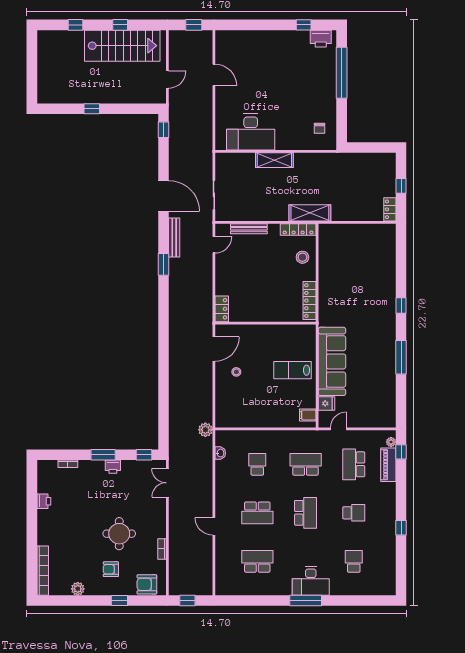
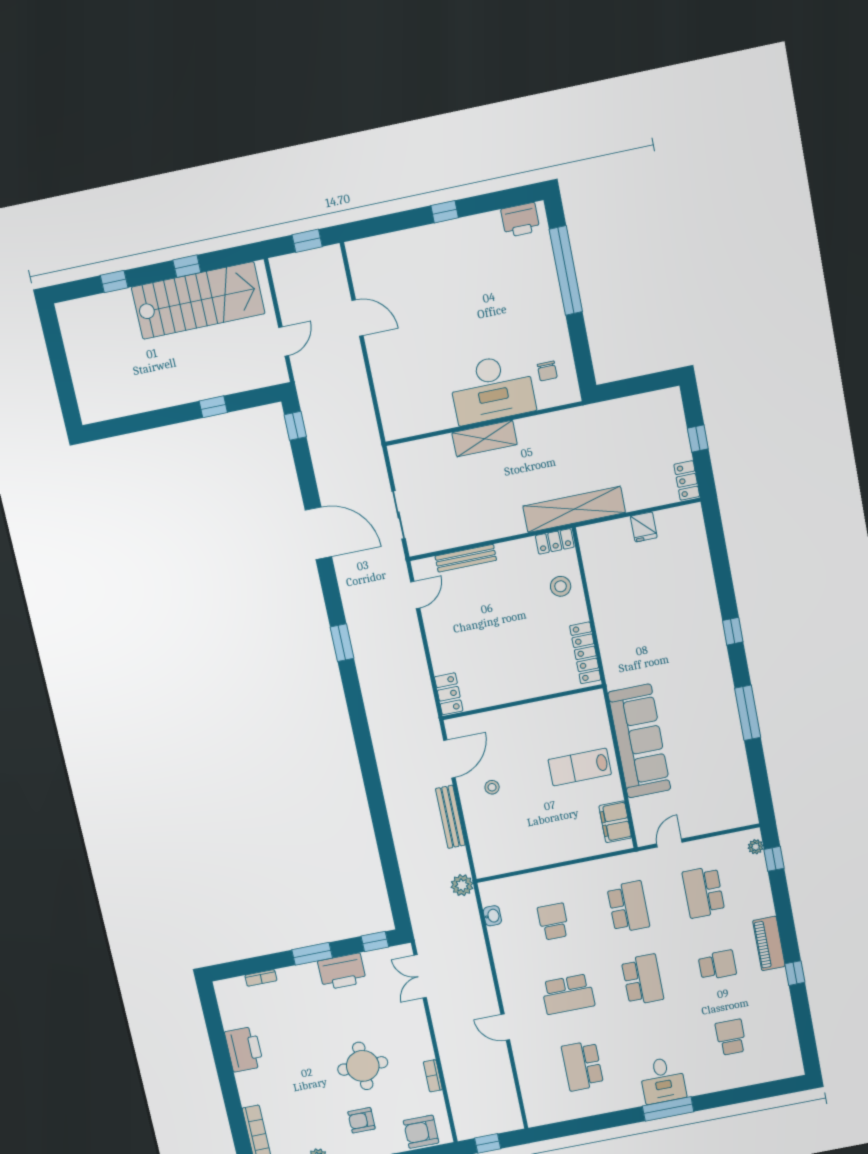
window: (304, 25) -> (445, 212), moved
window: (92, 109) -> (213, 407), moved
desk: (251, 132) -> (492, 389), moved
shelving: (310, 213) -> (574, 509), width x1.47
locker: (298, 230) -> (555, 541), width x0.66
bench: (174, 238) -> (450, 817), moved
fridge: (327, 403) -> (644, 527), moved, turned 90
filing cabinet: (308, 415) -> (615, 822), width x2.00
school desk: (306, 464) -> (628, 907), turned 90
piano: (388, 465) -> (769, 943), moved
printer: (113, 467) -> (342, 972), width x1.87, depth x1.48
printer: (44, 501) -> (244, 1049), width x1.87, depth x1.48
school desk: (257, 561) -> (582, 1066), turned -90
desk: (311, 581) -> (663, 1080), width x0.73

